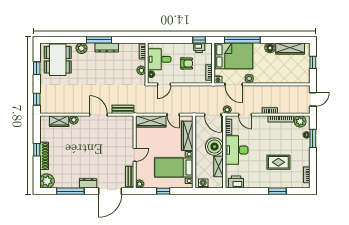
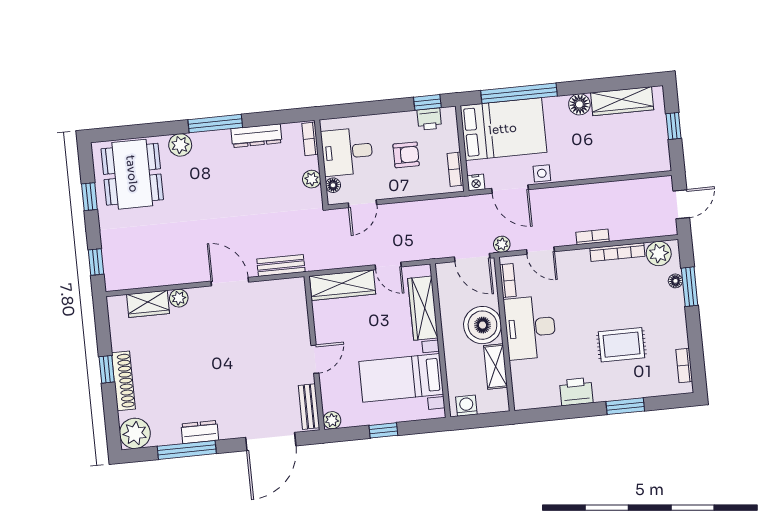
dresser: (107, 48) -> (256, 136), moved
printer: (236, 182) -> (576, 392), moved
dresser: (88, 183) -> (200, 432), moved

